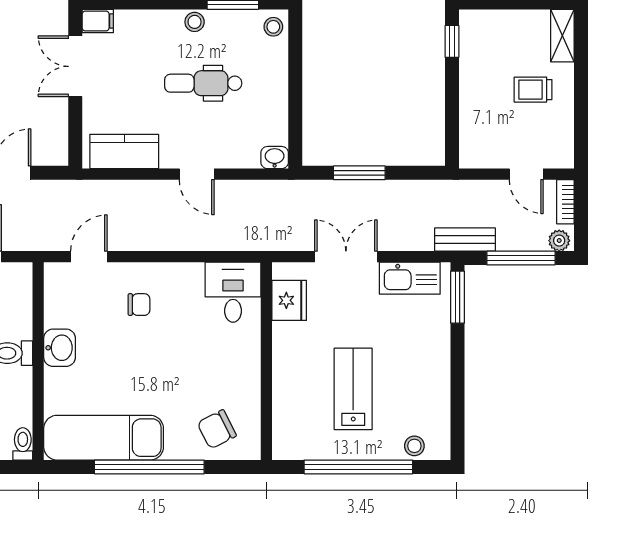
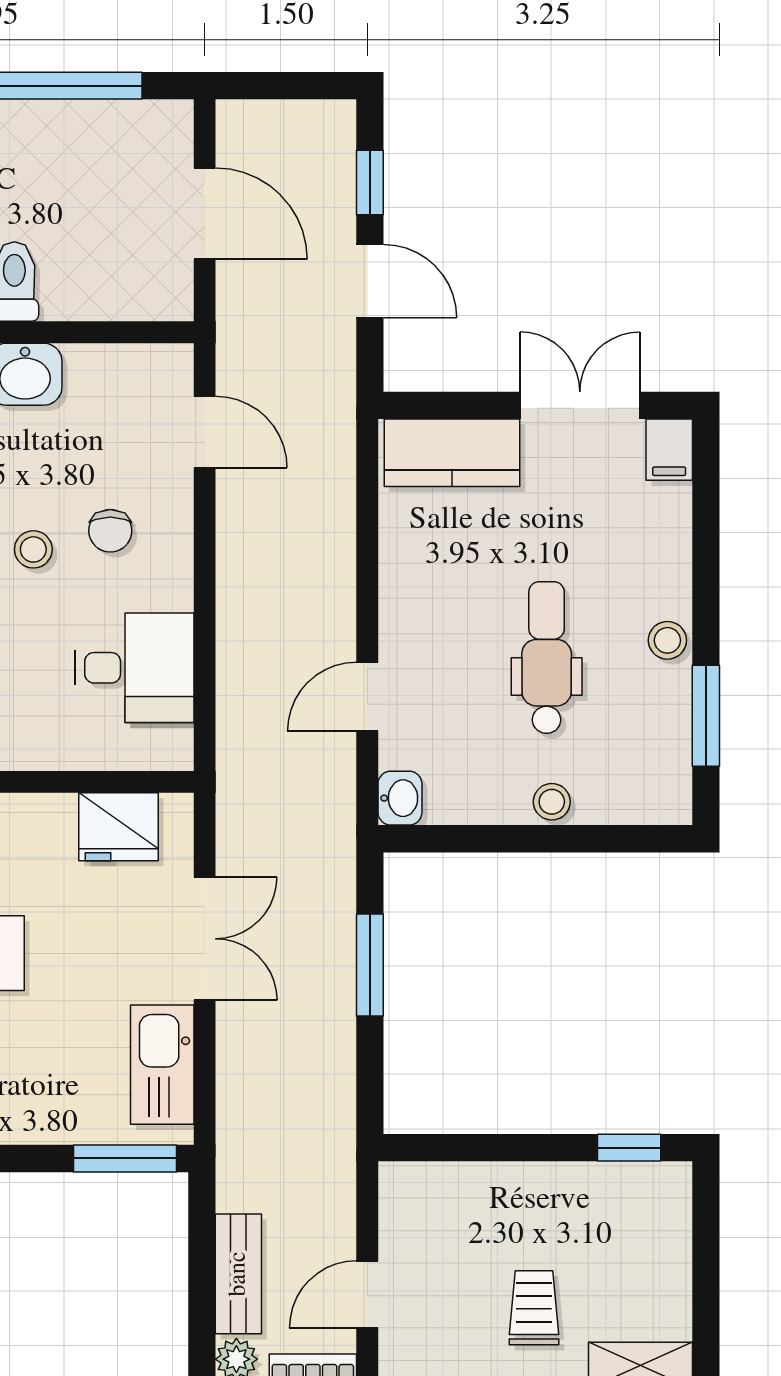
stool: (273, 27) -> (552, 802), moved
kitchen counter: (124, 152) -> (452, 453), moved, turned 90
door: (197, 174) -> (367, 697), moved
bench: (465, 240) -> (238, 1274), moved
window: (521, 258) -> (202, 1284), removed
desk: (233, 292) -> (135, 668), moved
stool: (148, 344) -> (33, 549), added

